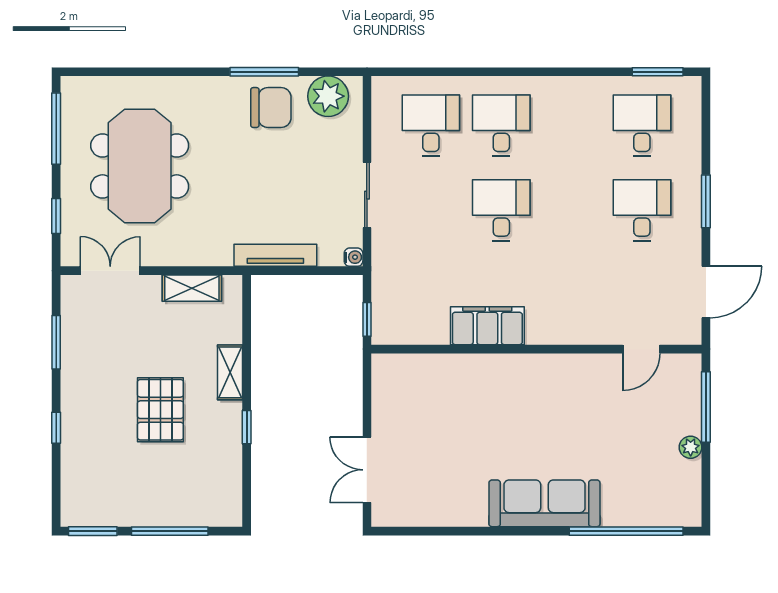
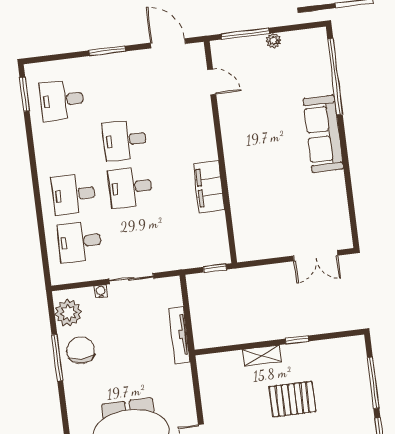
desk: (642, 210) -> (125, 140), moved
water cooler: (354, 257) -> (101, 292), moved
shelving: (192, 288) -> (208, 388), removed

